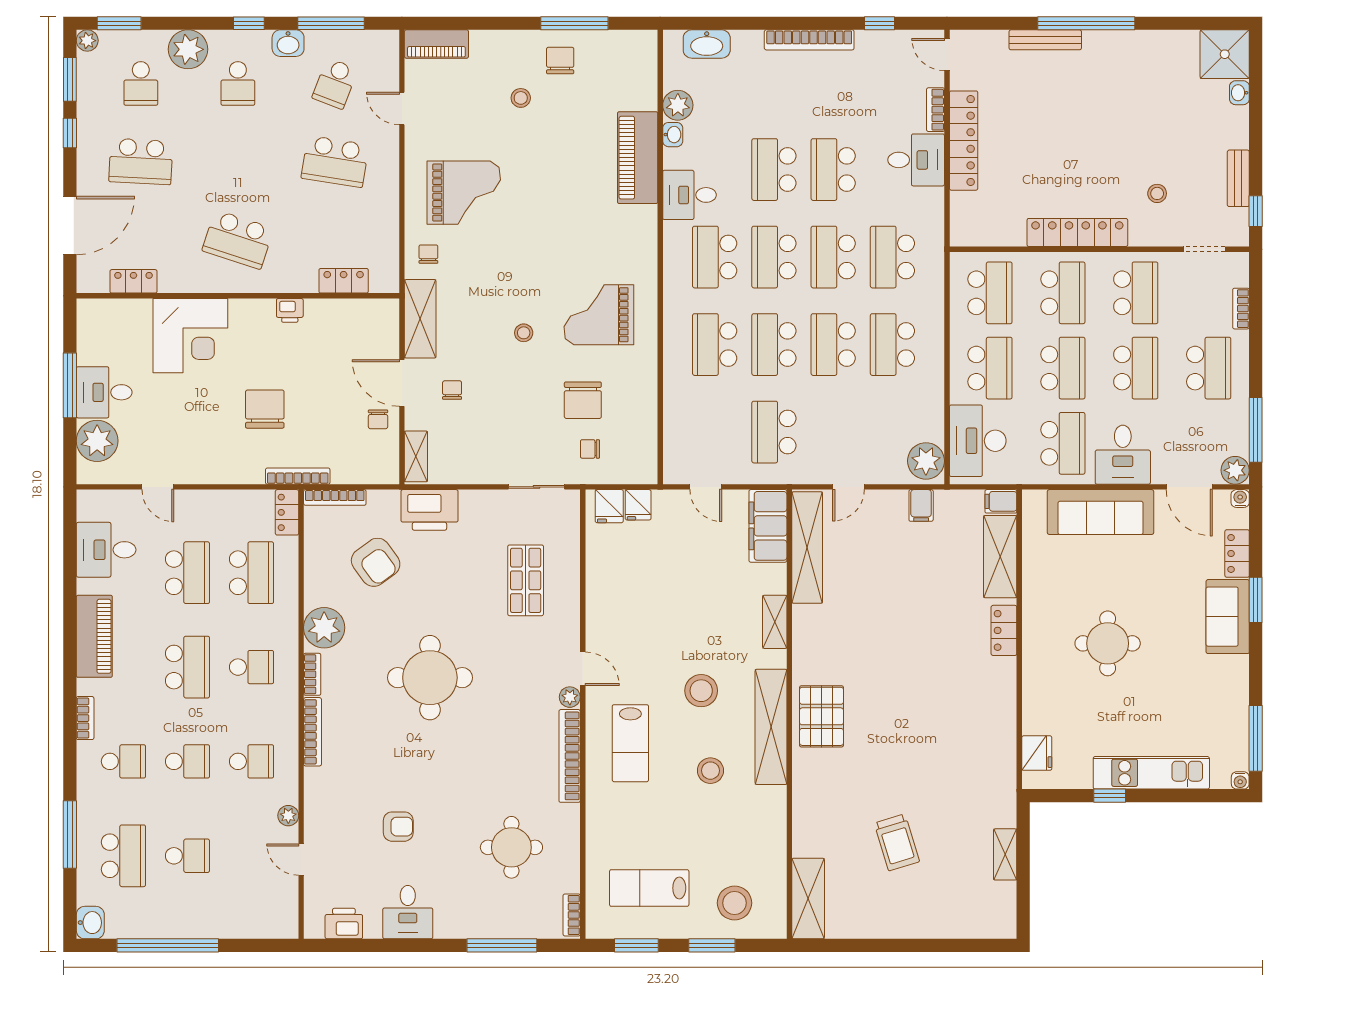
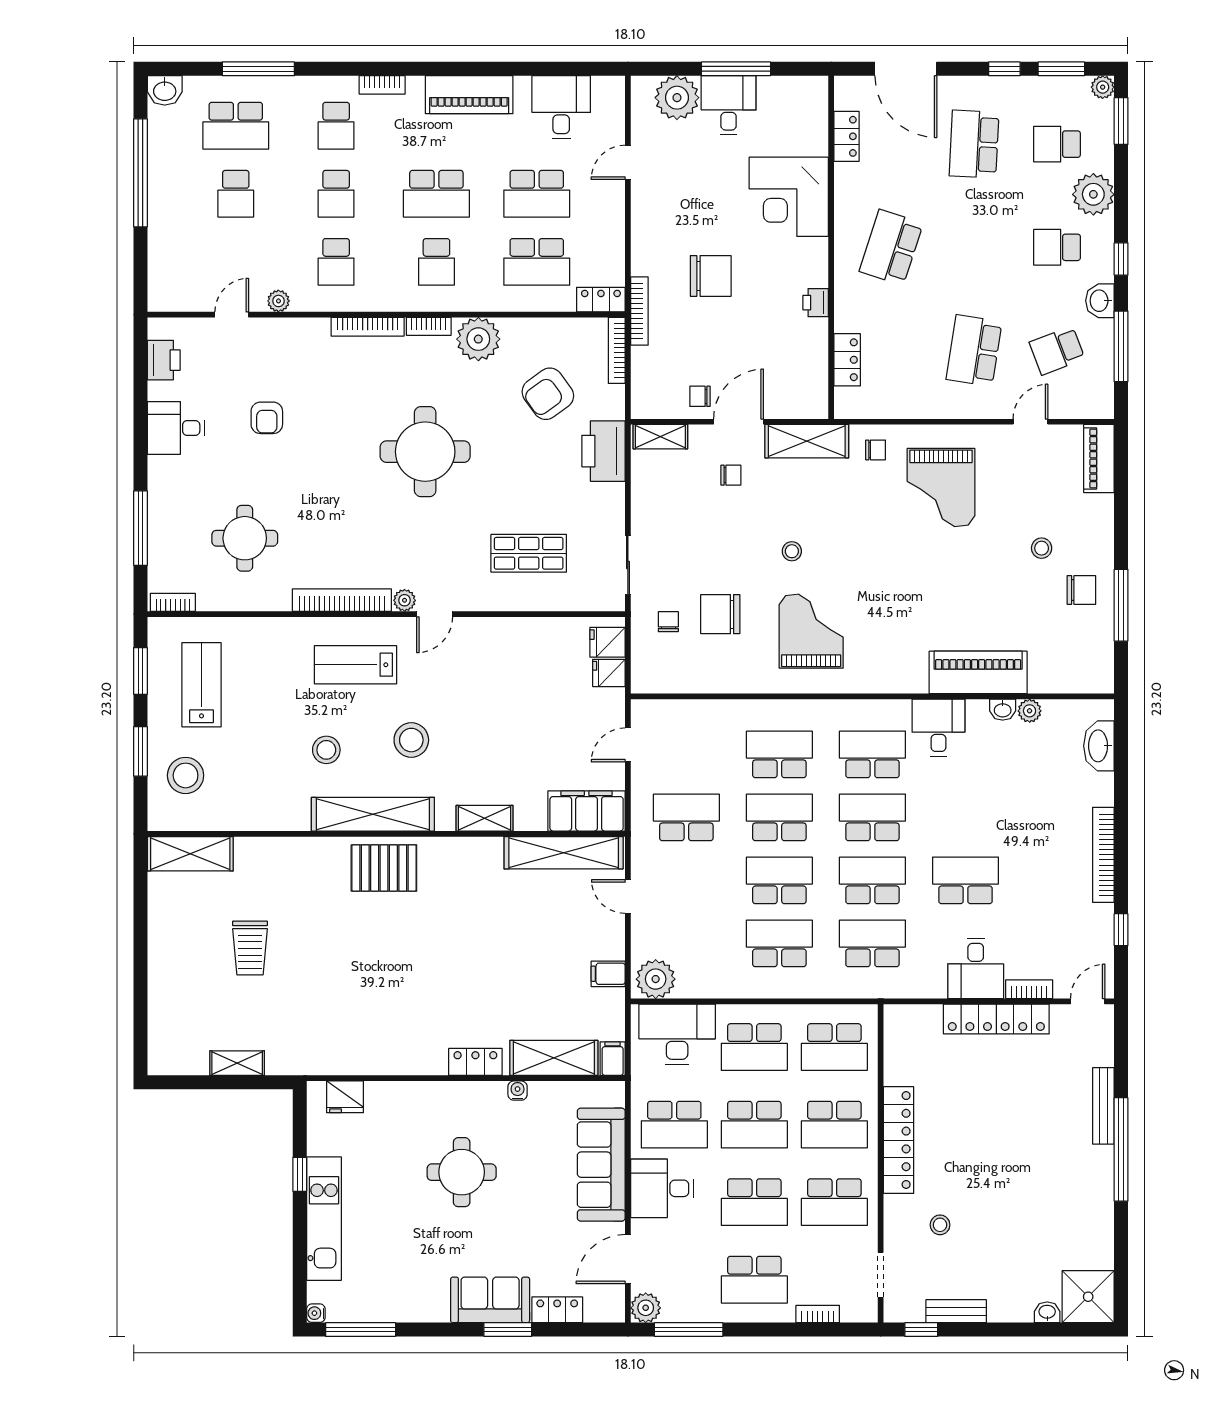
school desk: (335, 83) -> (1057, 351), turned -42
plant: (678, 105) -> (1030, 711), width x0.73, depth x0.73
school desk: (774, 170) -> (965, 817), removed
water cooler: (1240, 499) -> (518, 1091), moved, turned -90
trolley: (897, 842) -> (250, 948), turned -73

